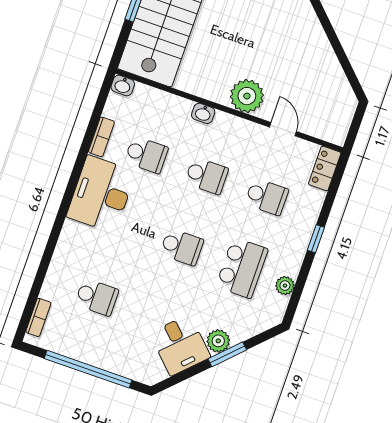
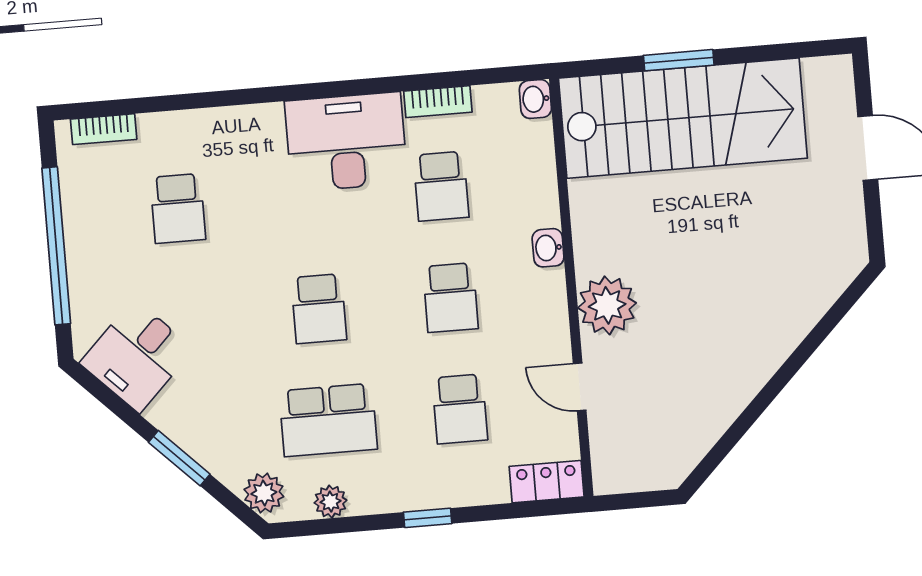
door: (283, 129) -> (580, 387), swing flipped
plant: (218, 341) -> (264, 493), moved
desk: (180, 345) -> (137, 356), moved

